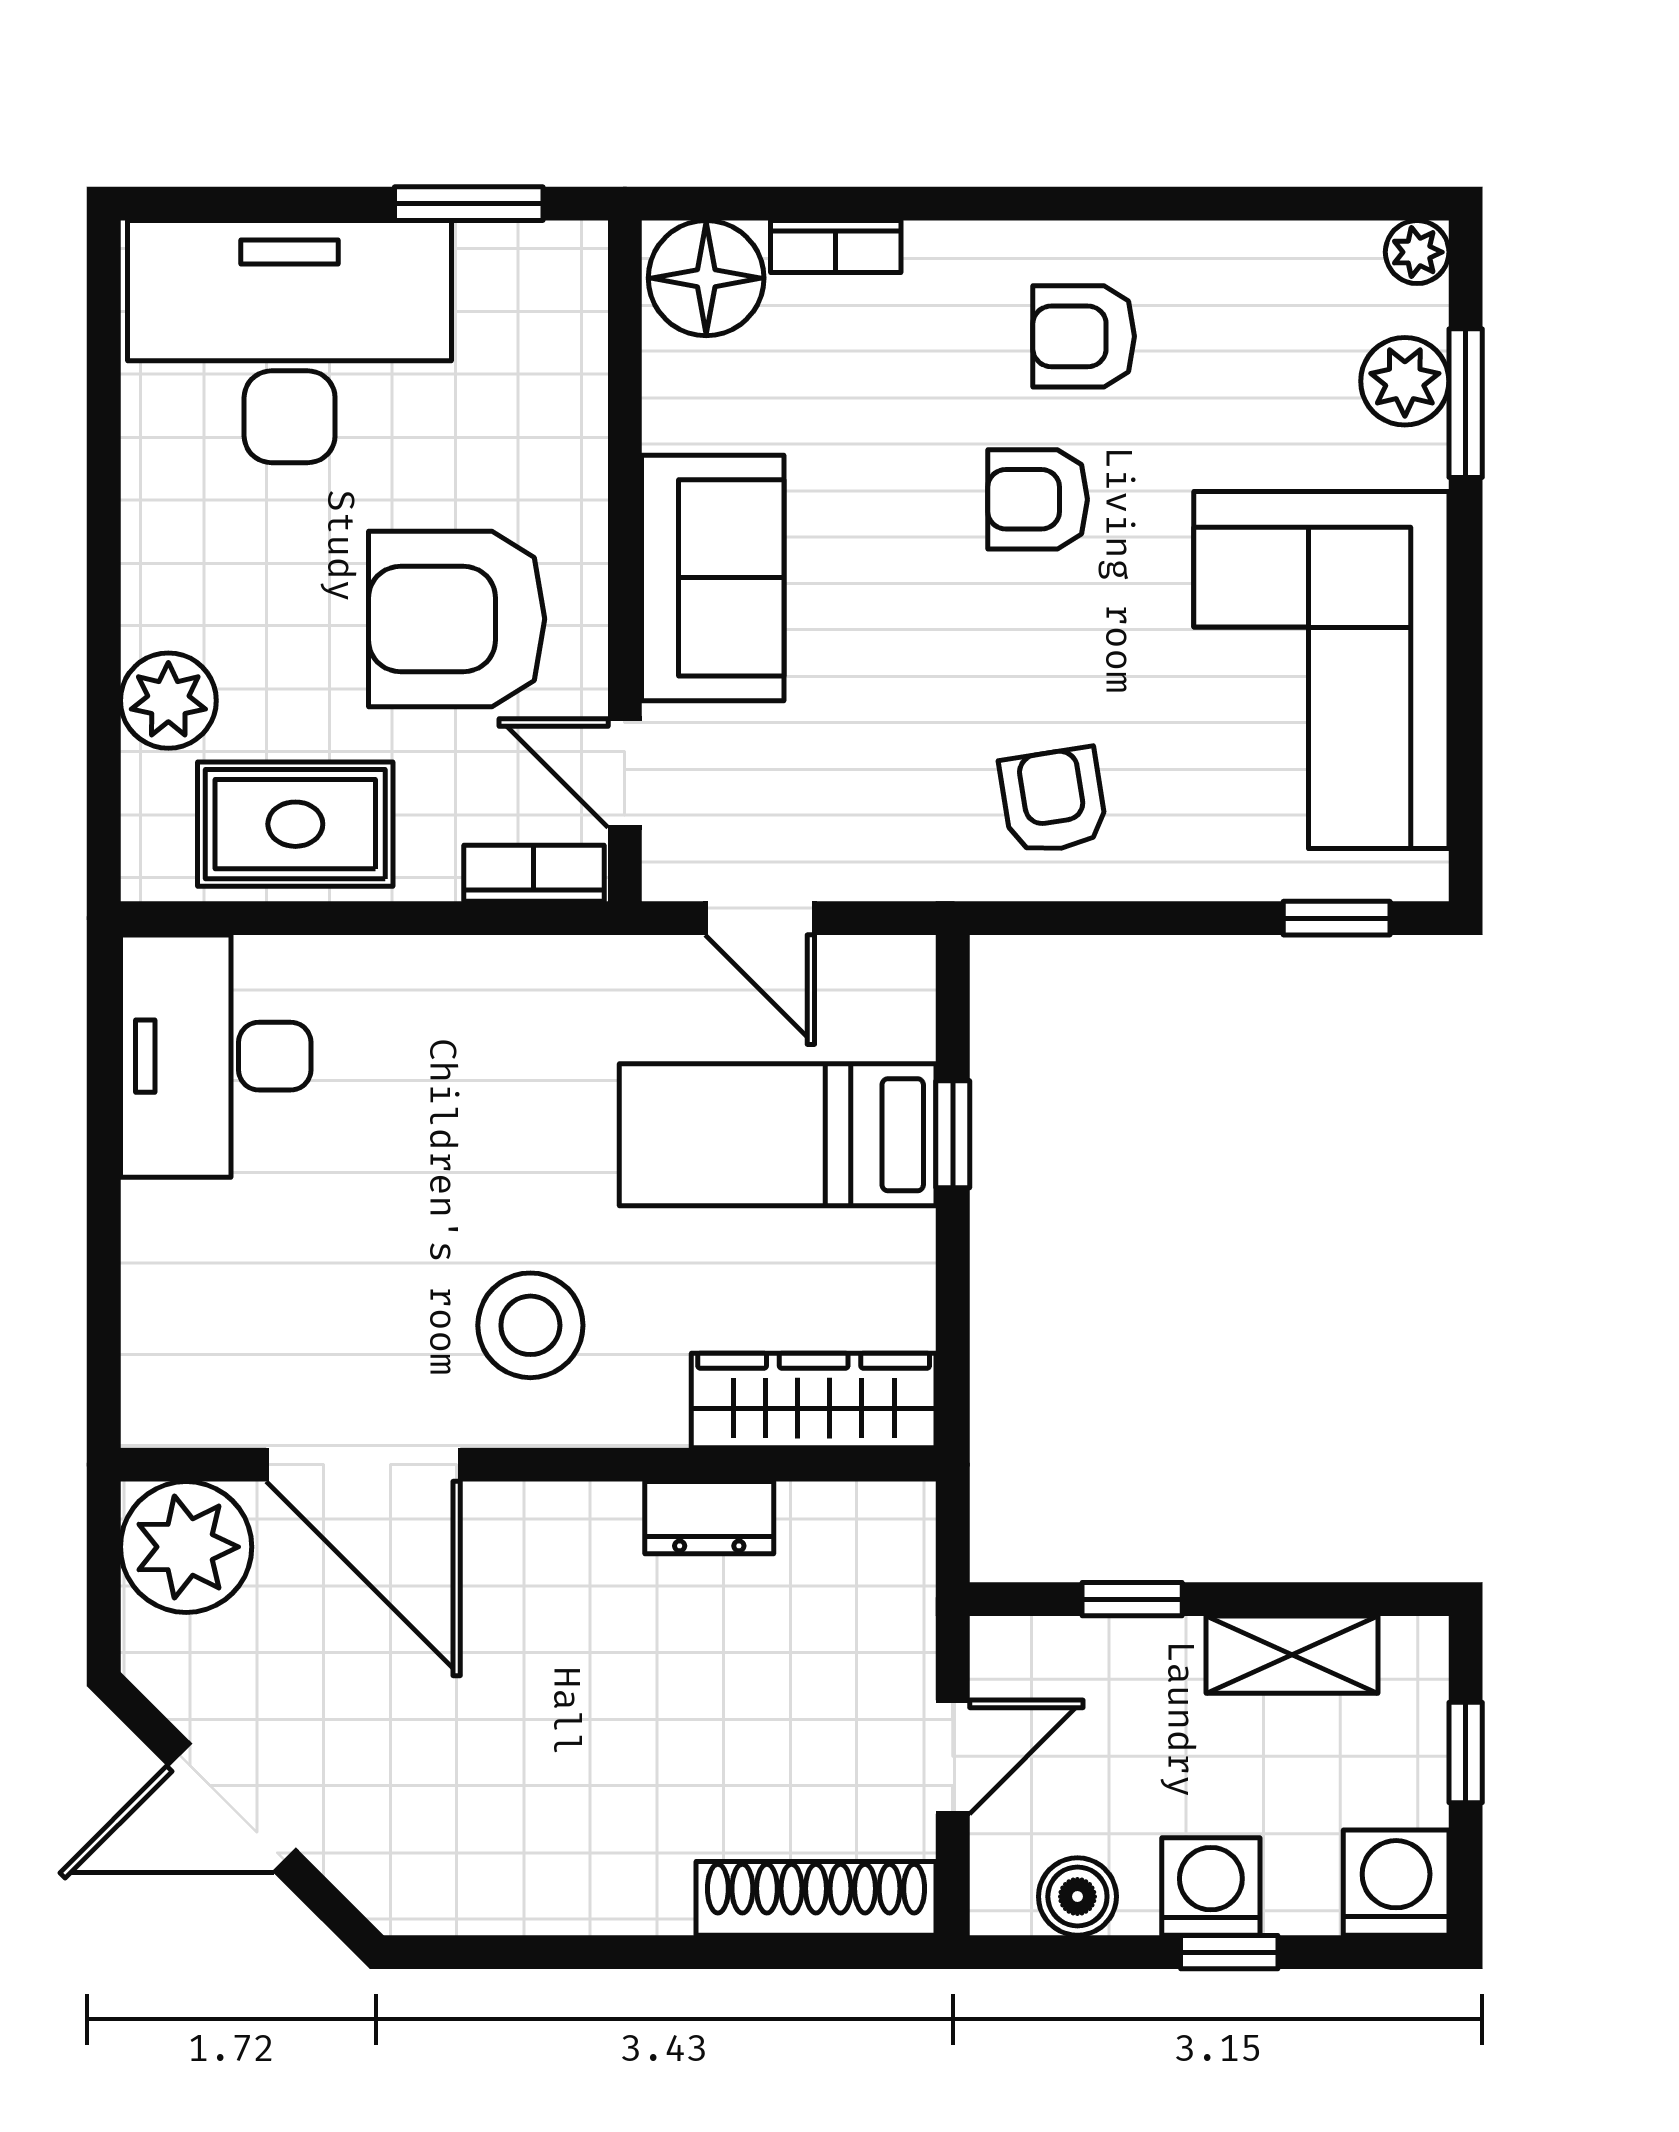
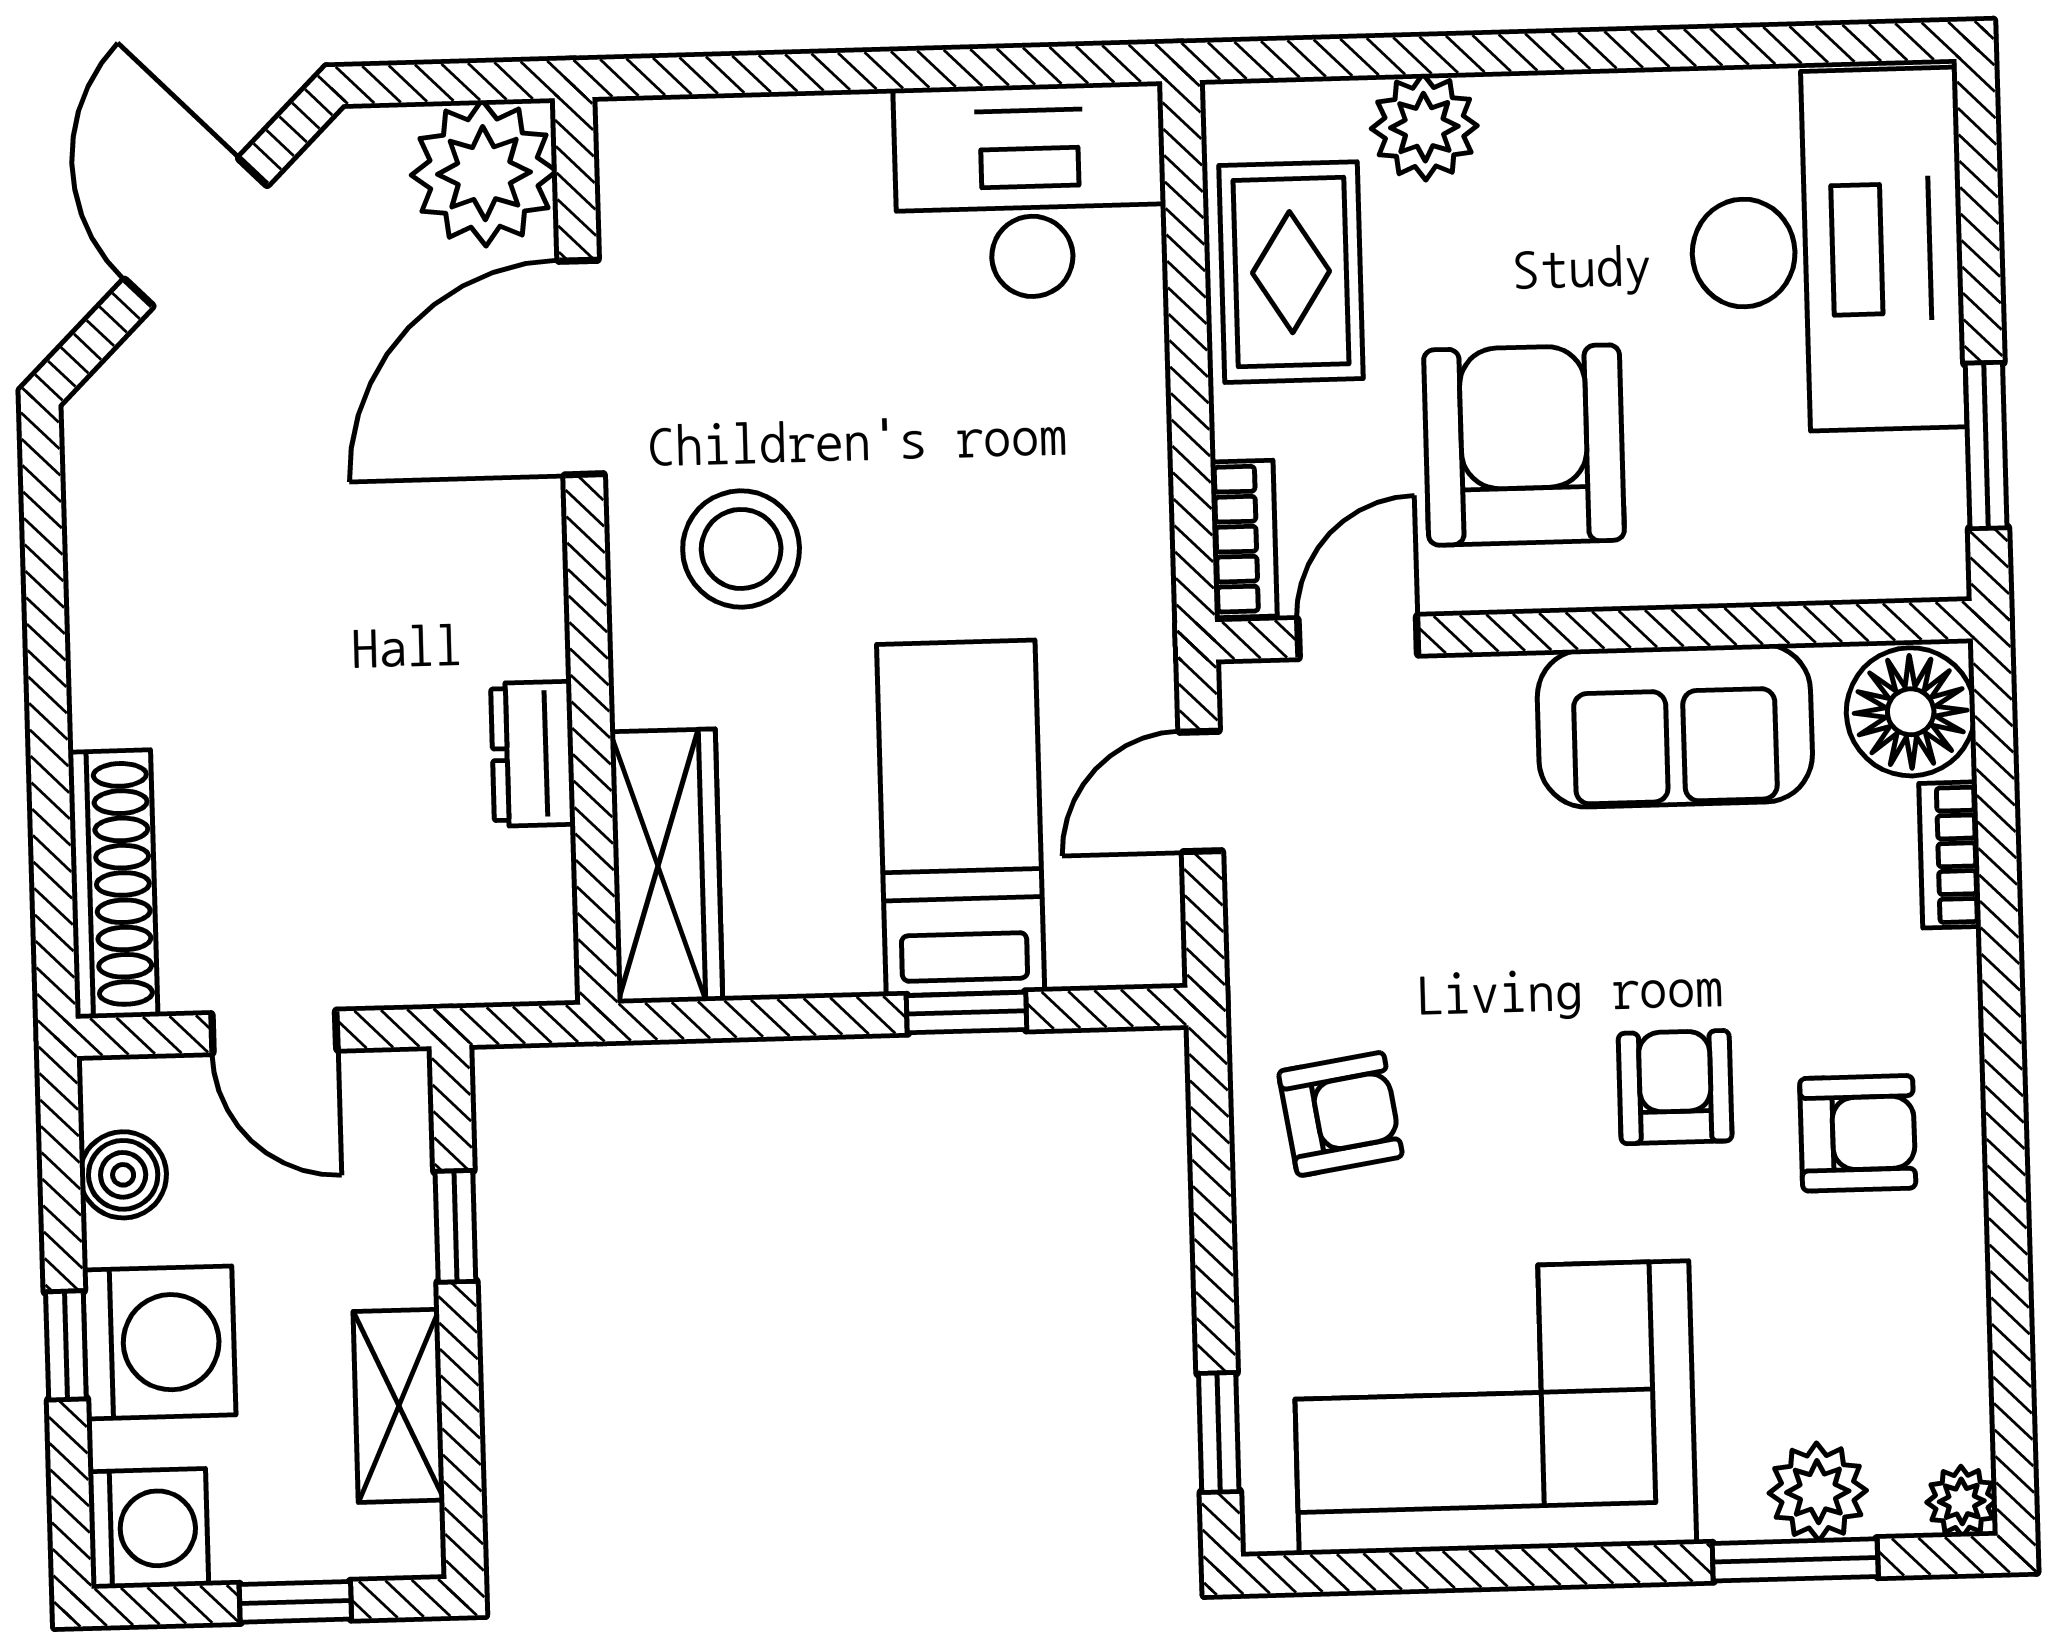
armchair: (1084, 336) -> (1858, 1133), turned 90
sofa: (713, 578) -> (1675, 726), moved
washing machine: (1211, 1886) -> (159, 1342), width x1.37, depth x1.37

